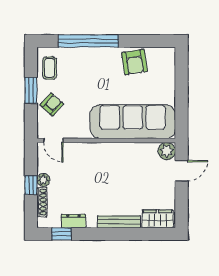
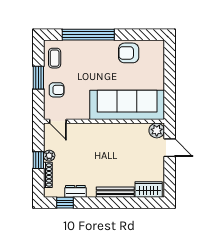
armchair: (134, 62) -> (129, 53), turned 99
armchair: (52, 104) -> (57, 90), turned 48
door: (181, 171) -> (170, 148), hinge flipped

